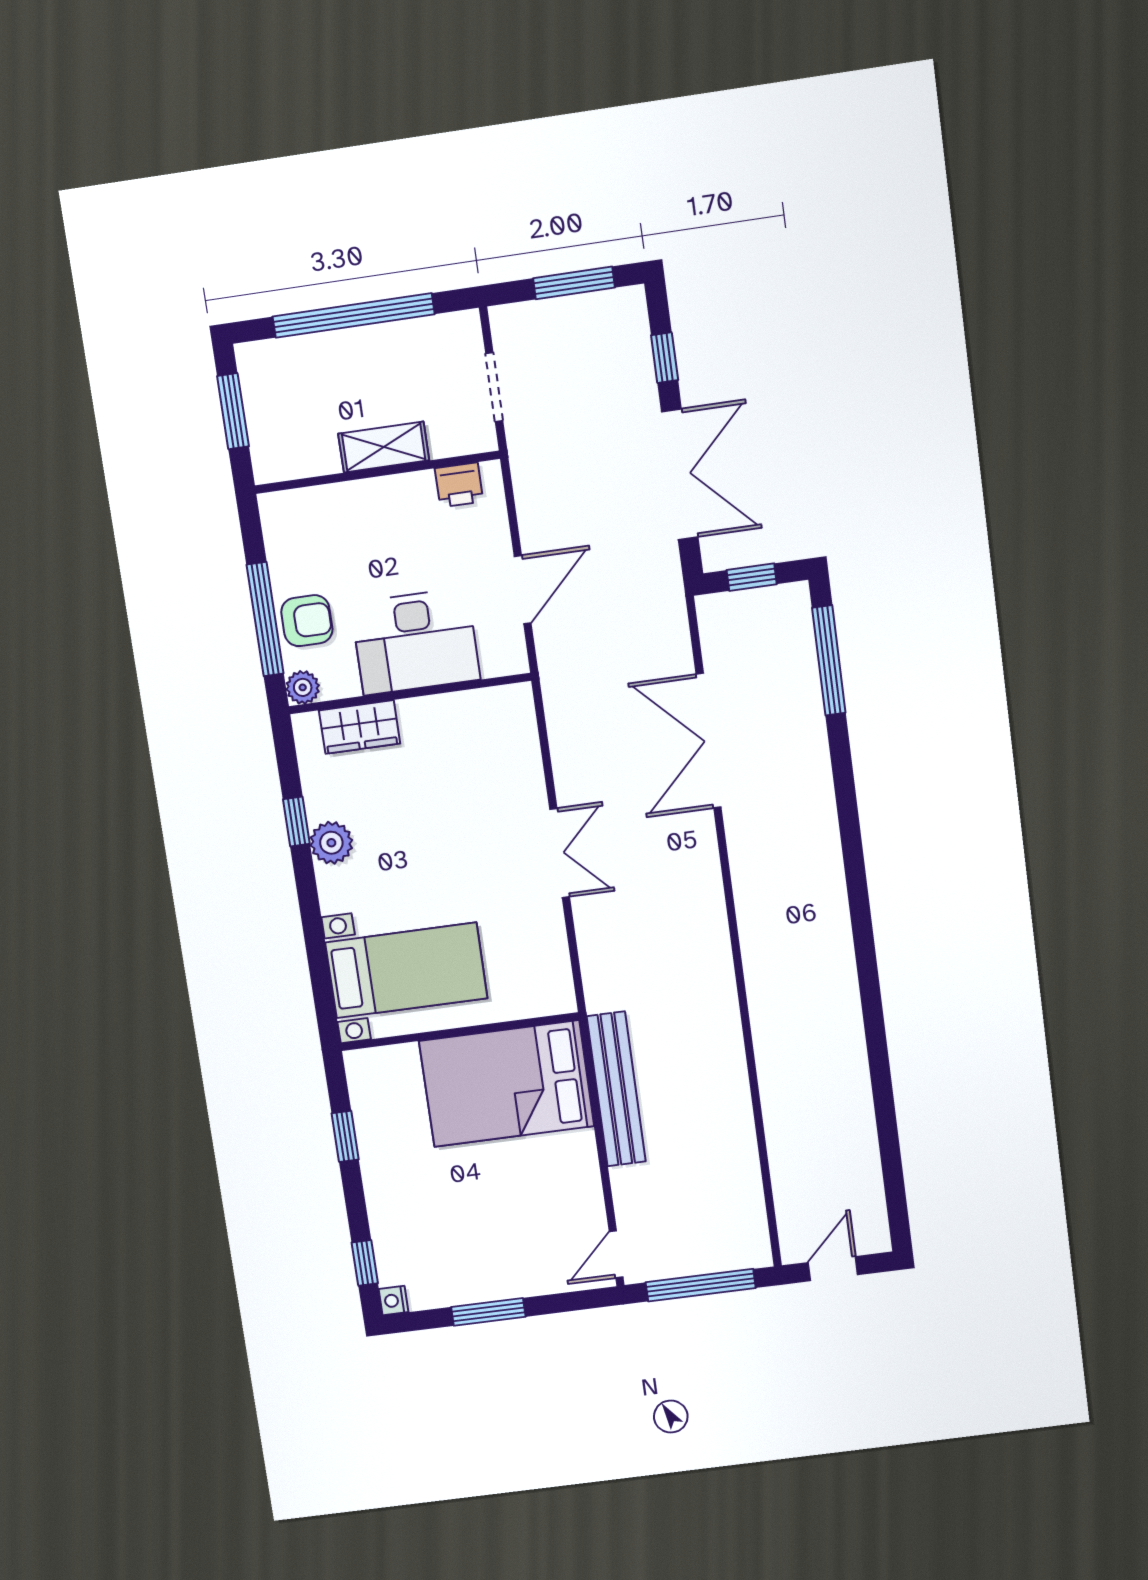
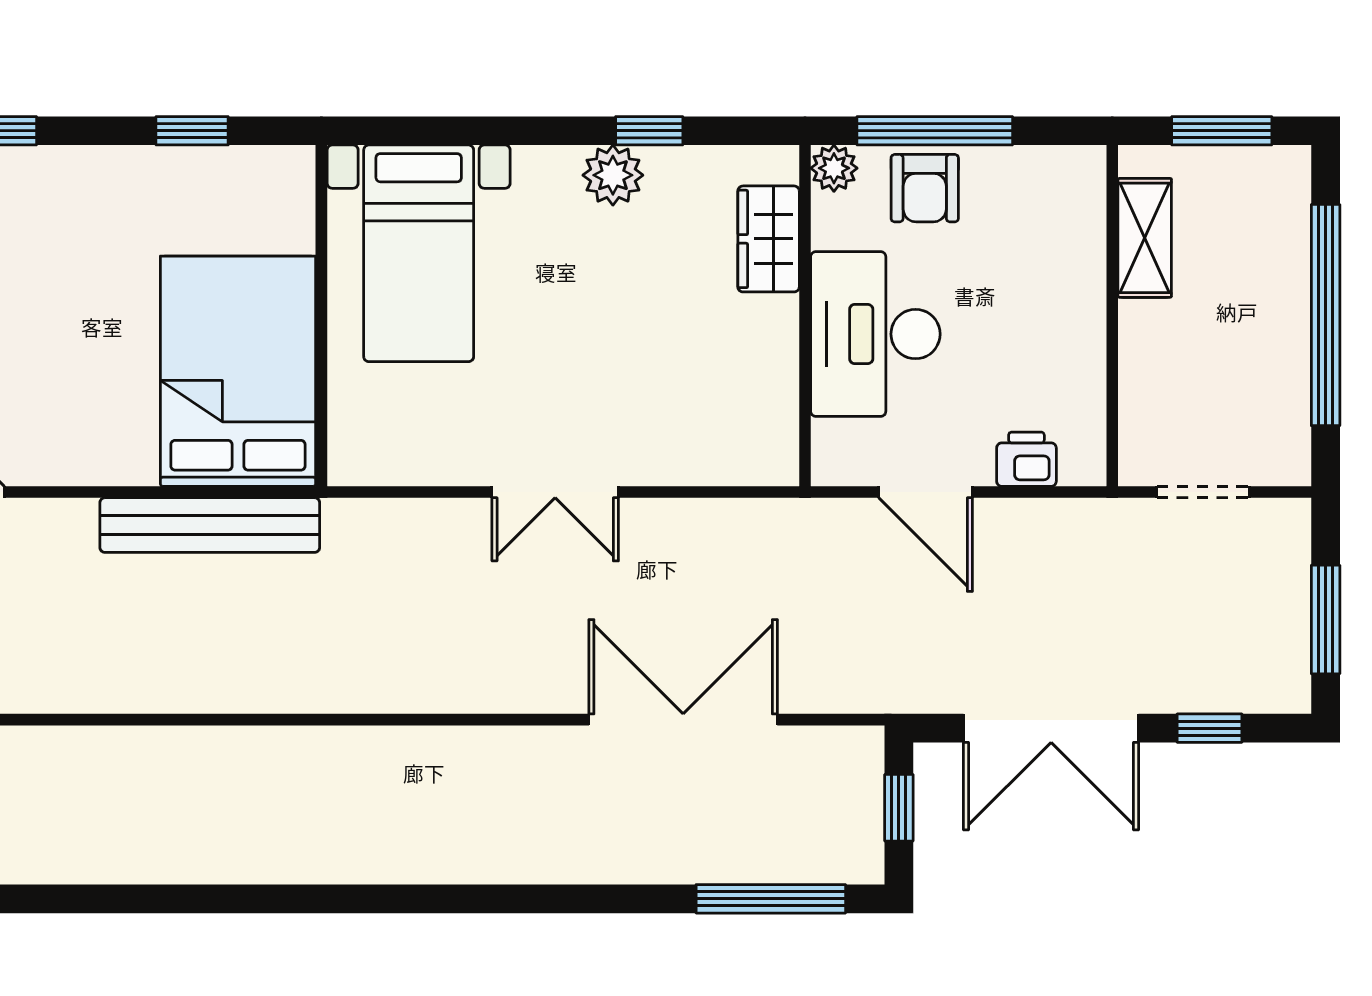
shelving: (384, 447) -> (1145, 238), moved
printer: (459, 485) -> (1026, 459), moved, turned 90

